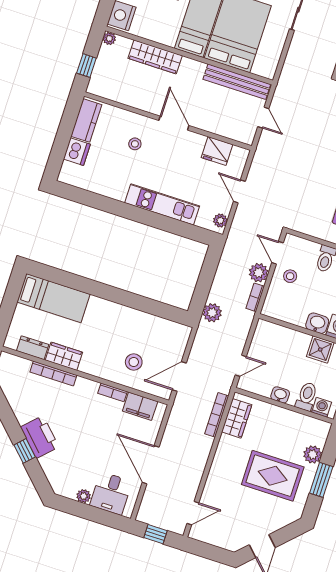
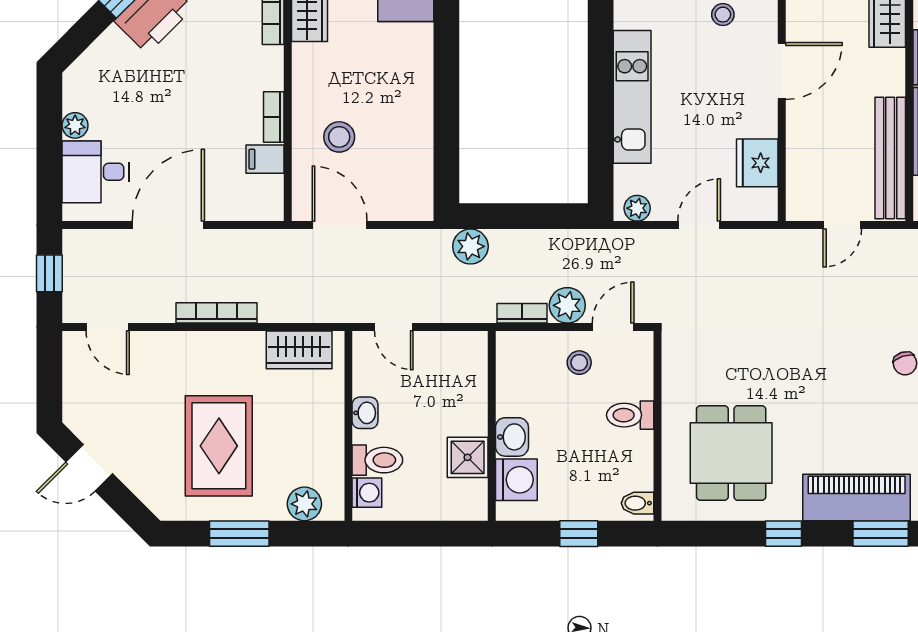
filing cabinet: (140, 406) -> (265, 159), width x0.50
bookcase: (217, 415) -> (217, 313), moved
plant: (313, 455) -> (304, 504), moved

